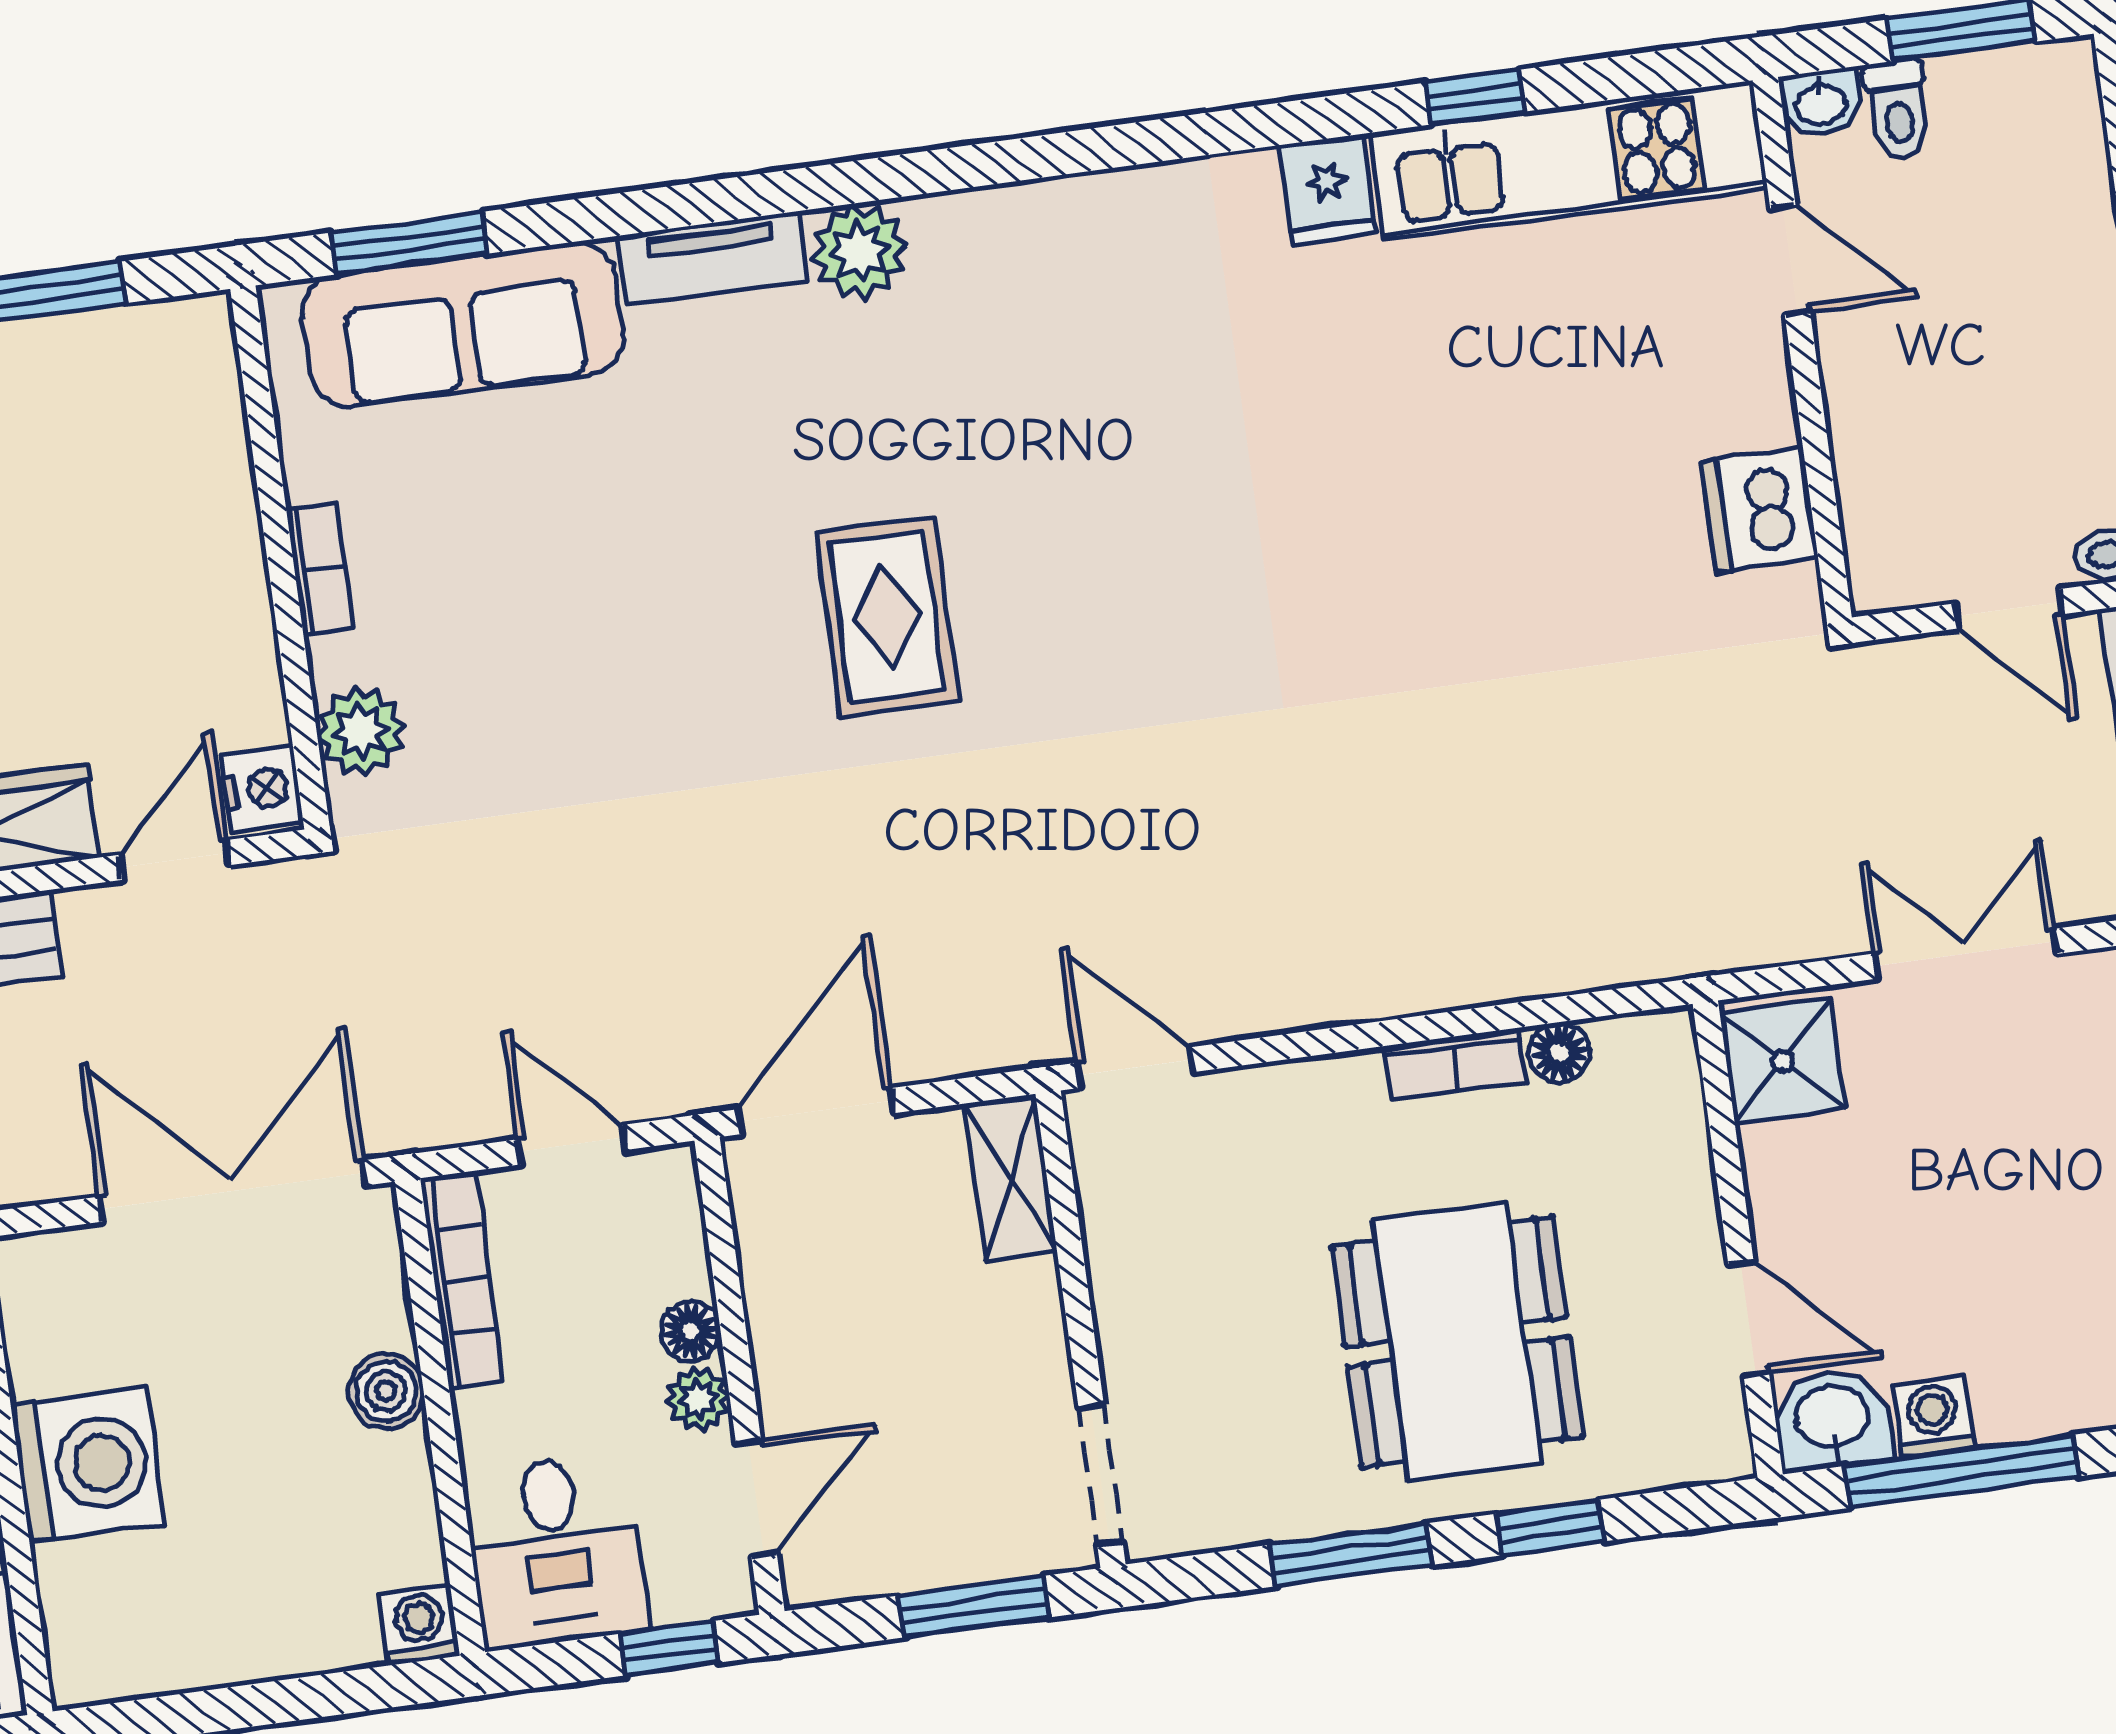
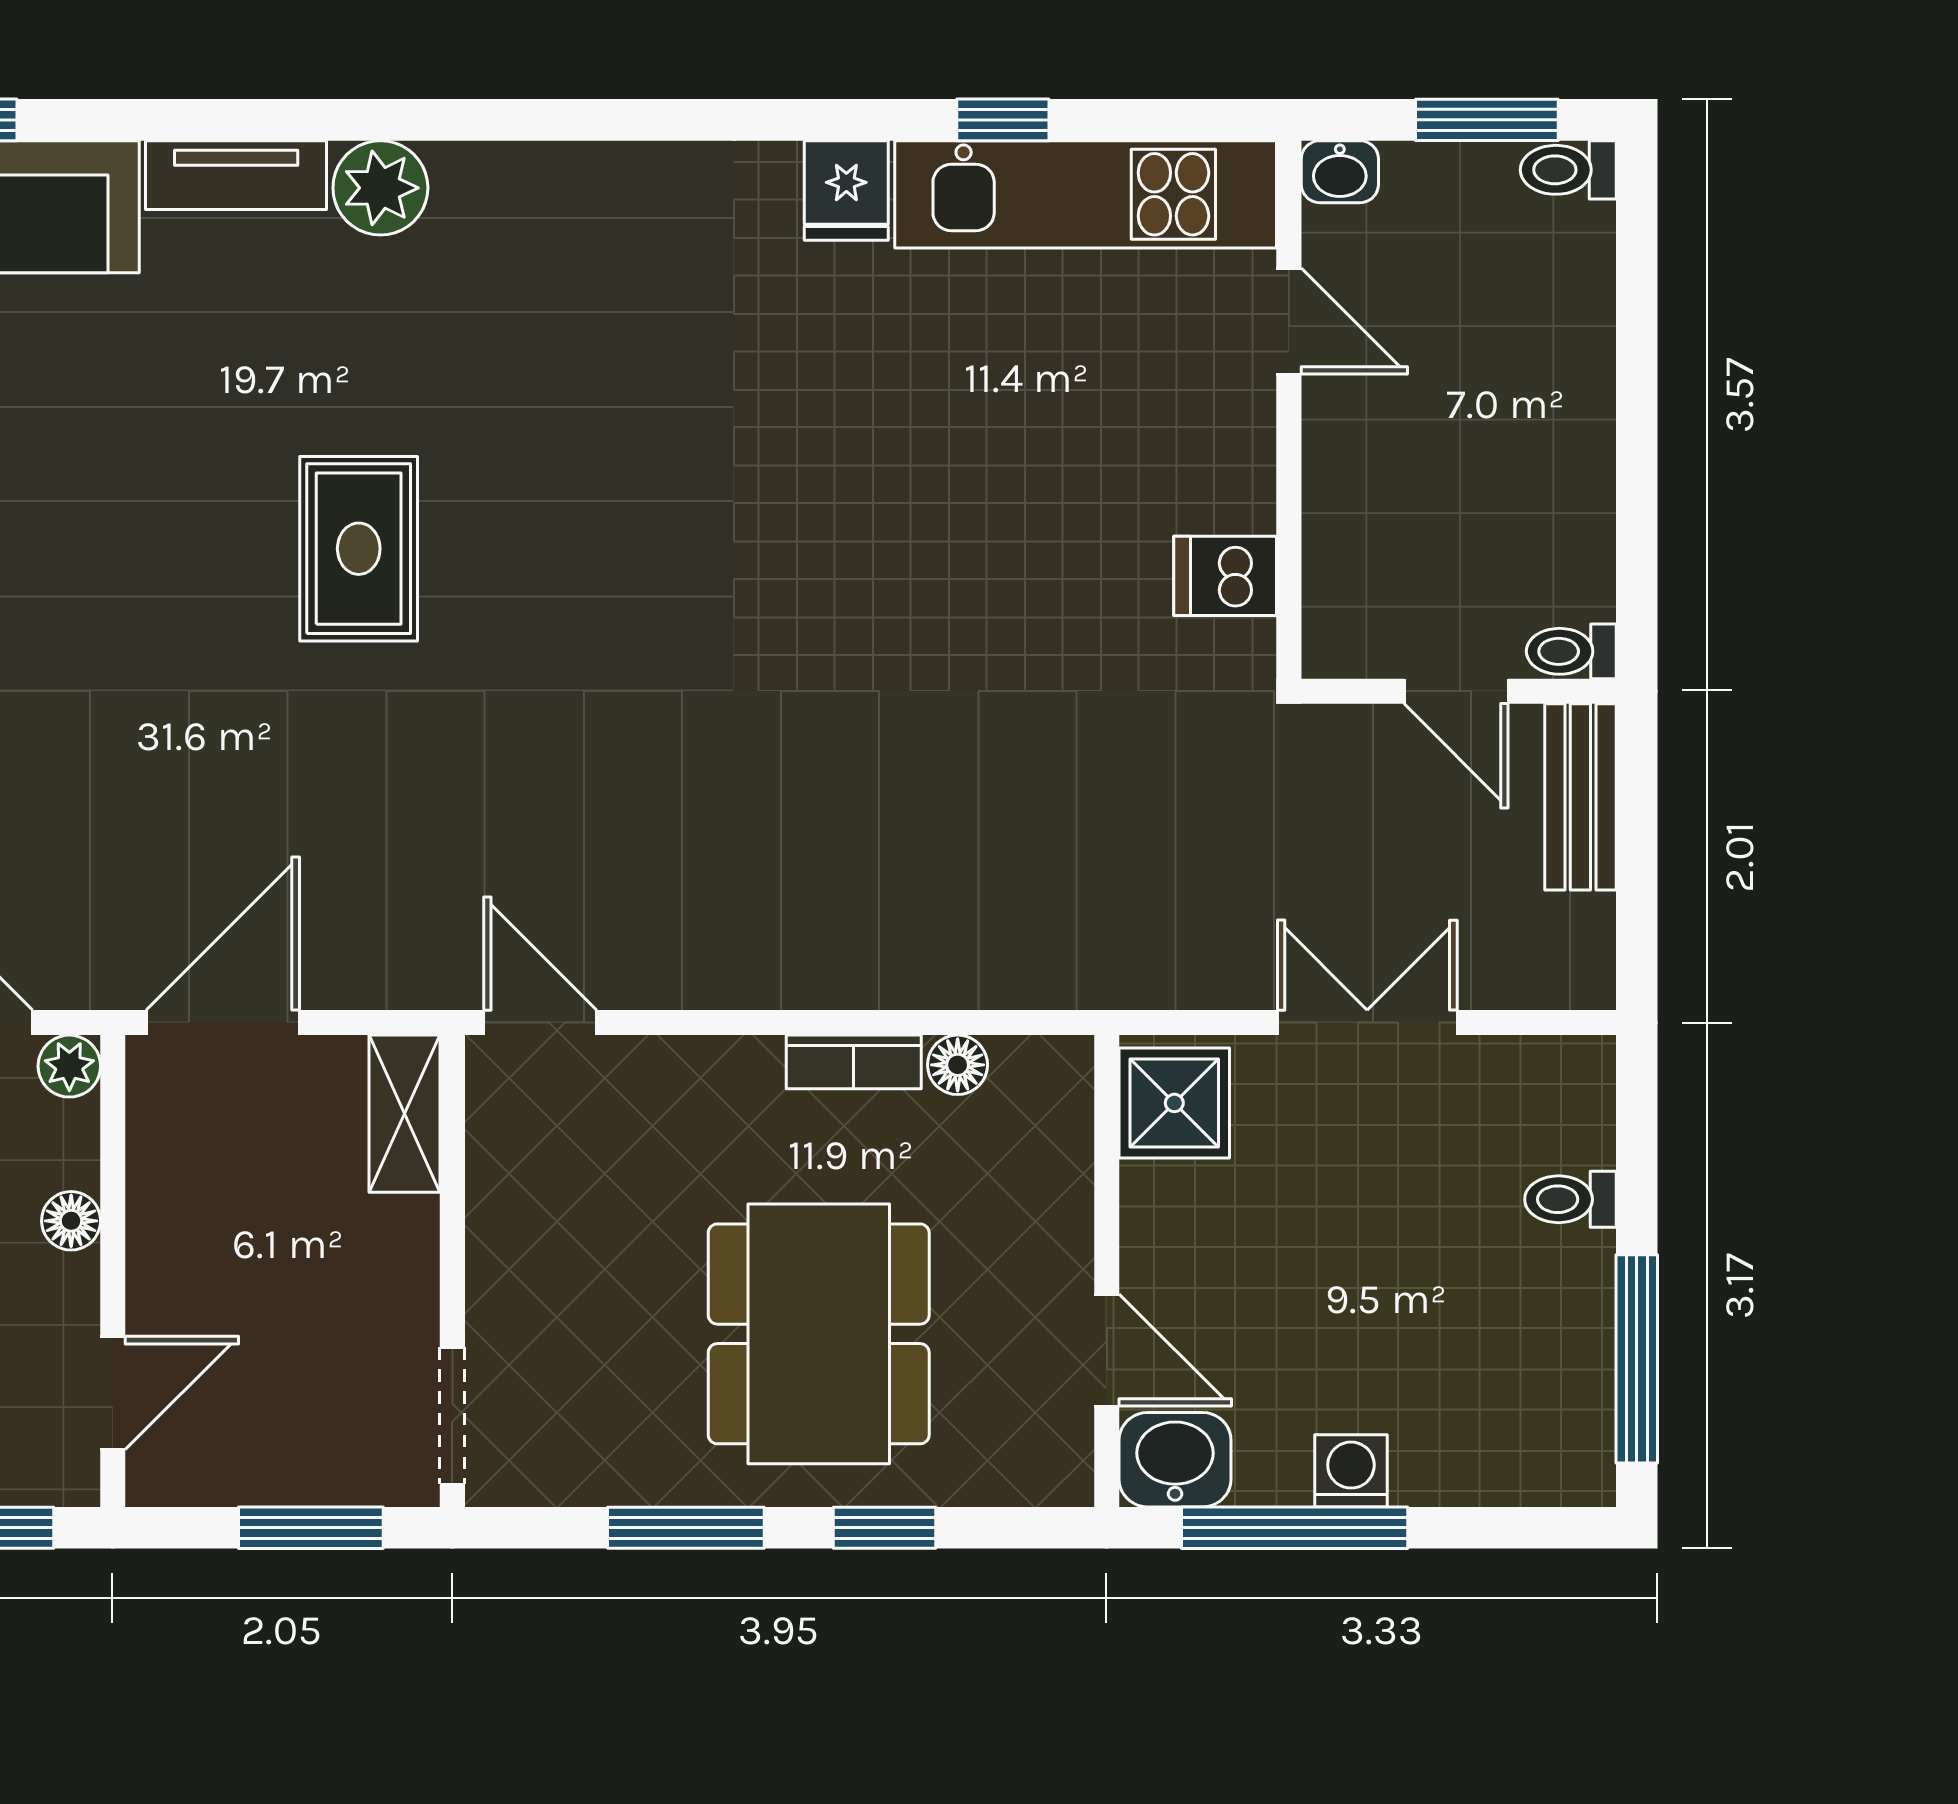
toilet: (1898, 109) -> (1568, 170), moved, turned 90
dishwasher: (1759, 509) -> (1225, 576), width x0.73
plant: (698, 1399) -> (69, 1066), moved
washing machine: (1933, 1417) -> (1351, 1471), moved

